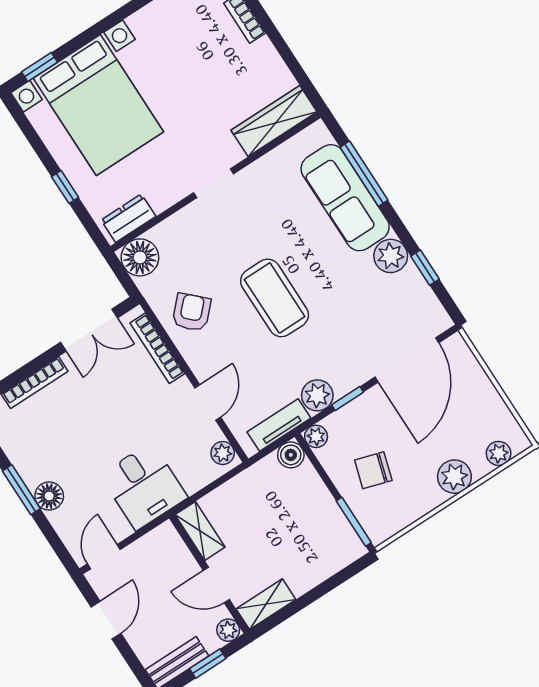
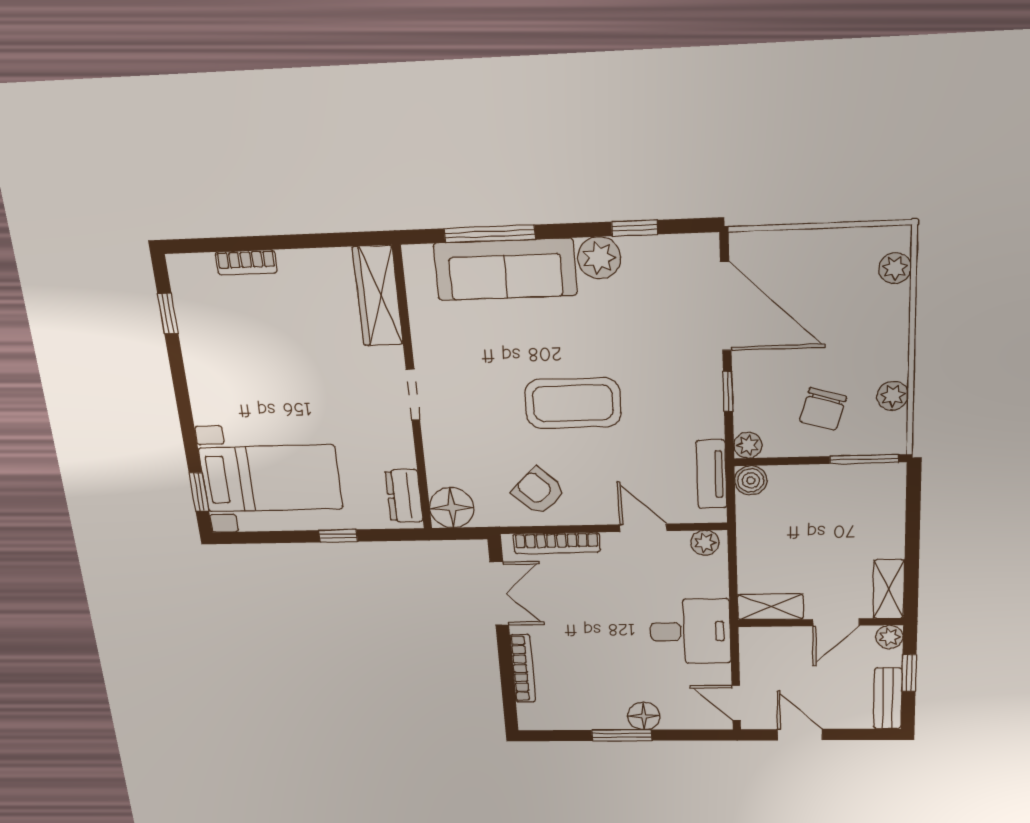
bed with nightstands: (98, 105) -> (271, 478), width x0.73
plant: (317, 395) -> (705, 419), removed
plant: (454, 477) -> (893, 396), moved, width x0.73, depth x0.73

